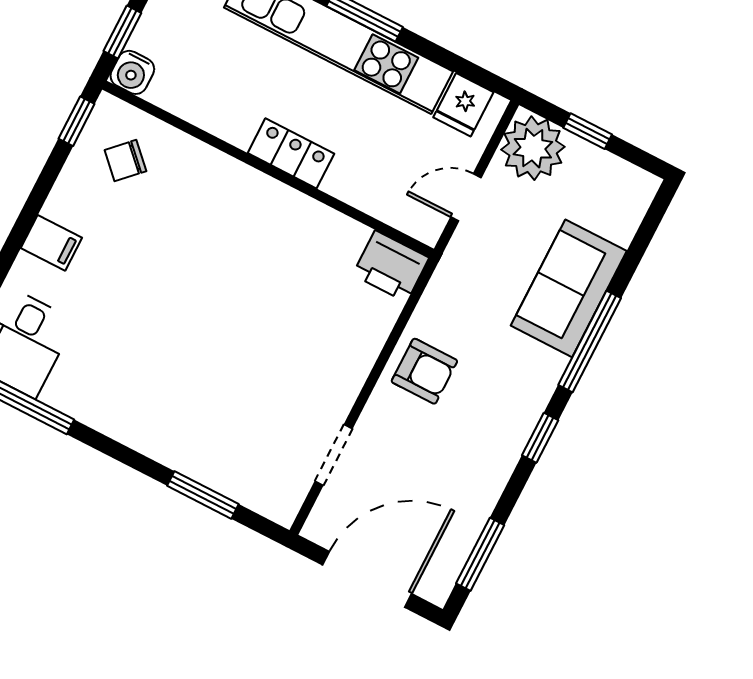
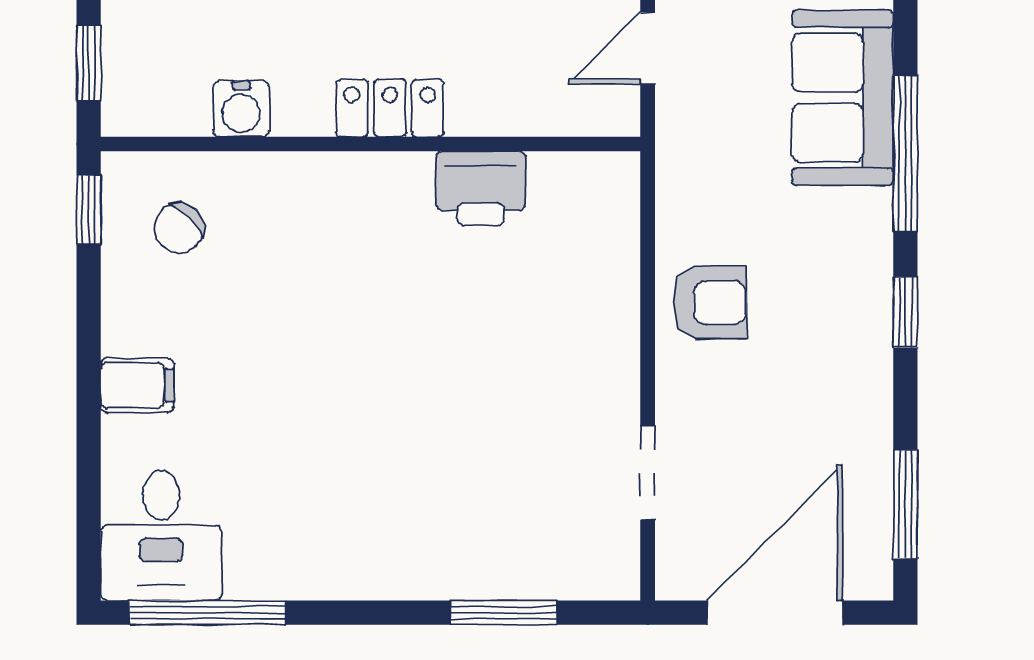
water cooler: (132, 72) -> (241, 109), moved
printer: (391, 266) -> (481, 188), moved

